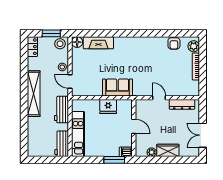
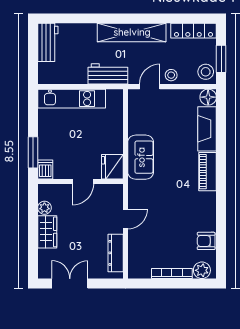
piano: (127, 42) -> (208, 172), added
locker: (32, 47) -> (194, 31), width x1.53
fridge: (108, 107) -> (112, 167), moved
workbench: (62, 144) -> (48, 42), moved, turned 90

